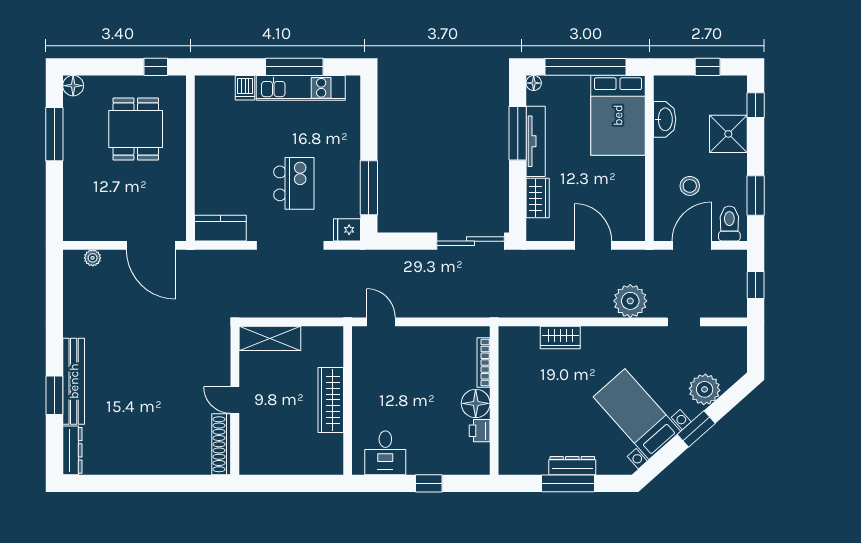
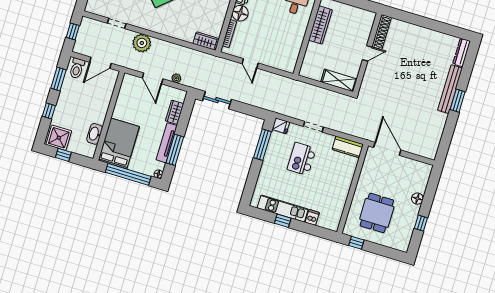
window: (294, 67) -> (283, 221), width x0.46
floor lamp: (73, 86) -> (417, 199), moved
window: (756, 105) -> (49, 111), moved
window: (54, 134) -> (421, 223), width x0.46
shower: (728, 134) -> (59, 138), moved
stool: (690, 186) -> (92, 95), removed
sliding door: (471, 241) -> (217, 100), width x0.73
doorway: (290, 245) -> (313, 127), width x0.53
plant: (93, 258) -> (176, 78), moved
door: (381, 322) -> (250, 63), moved
wardrobe: (560, 338) -> (205, 41), moved
window: (54, 395) -> (458, 101), moved
door: (235, 400) -> (367, 53), hinge flipped
wardrobe: (331, 400) -> (320, 25), moved

